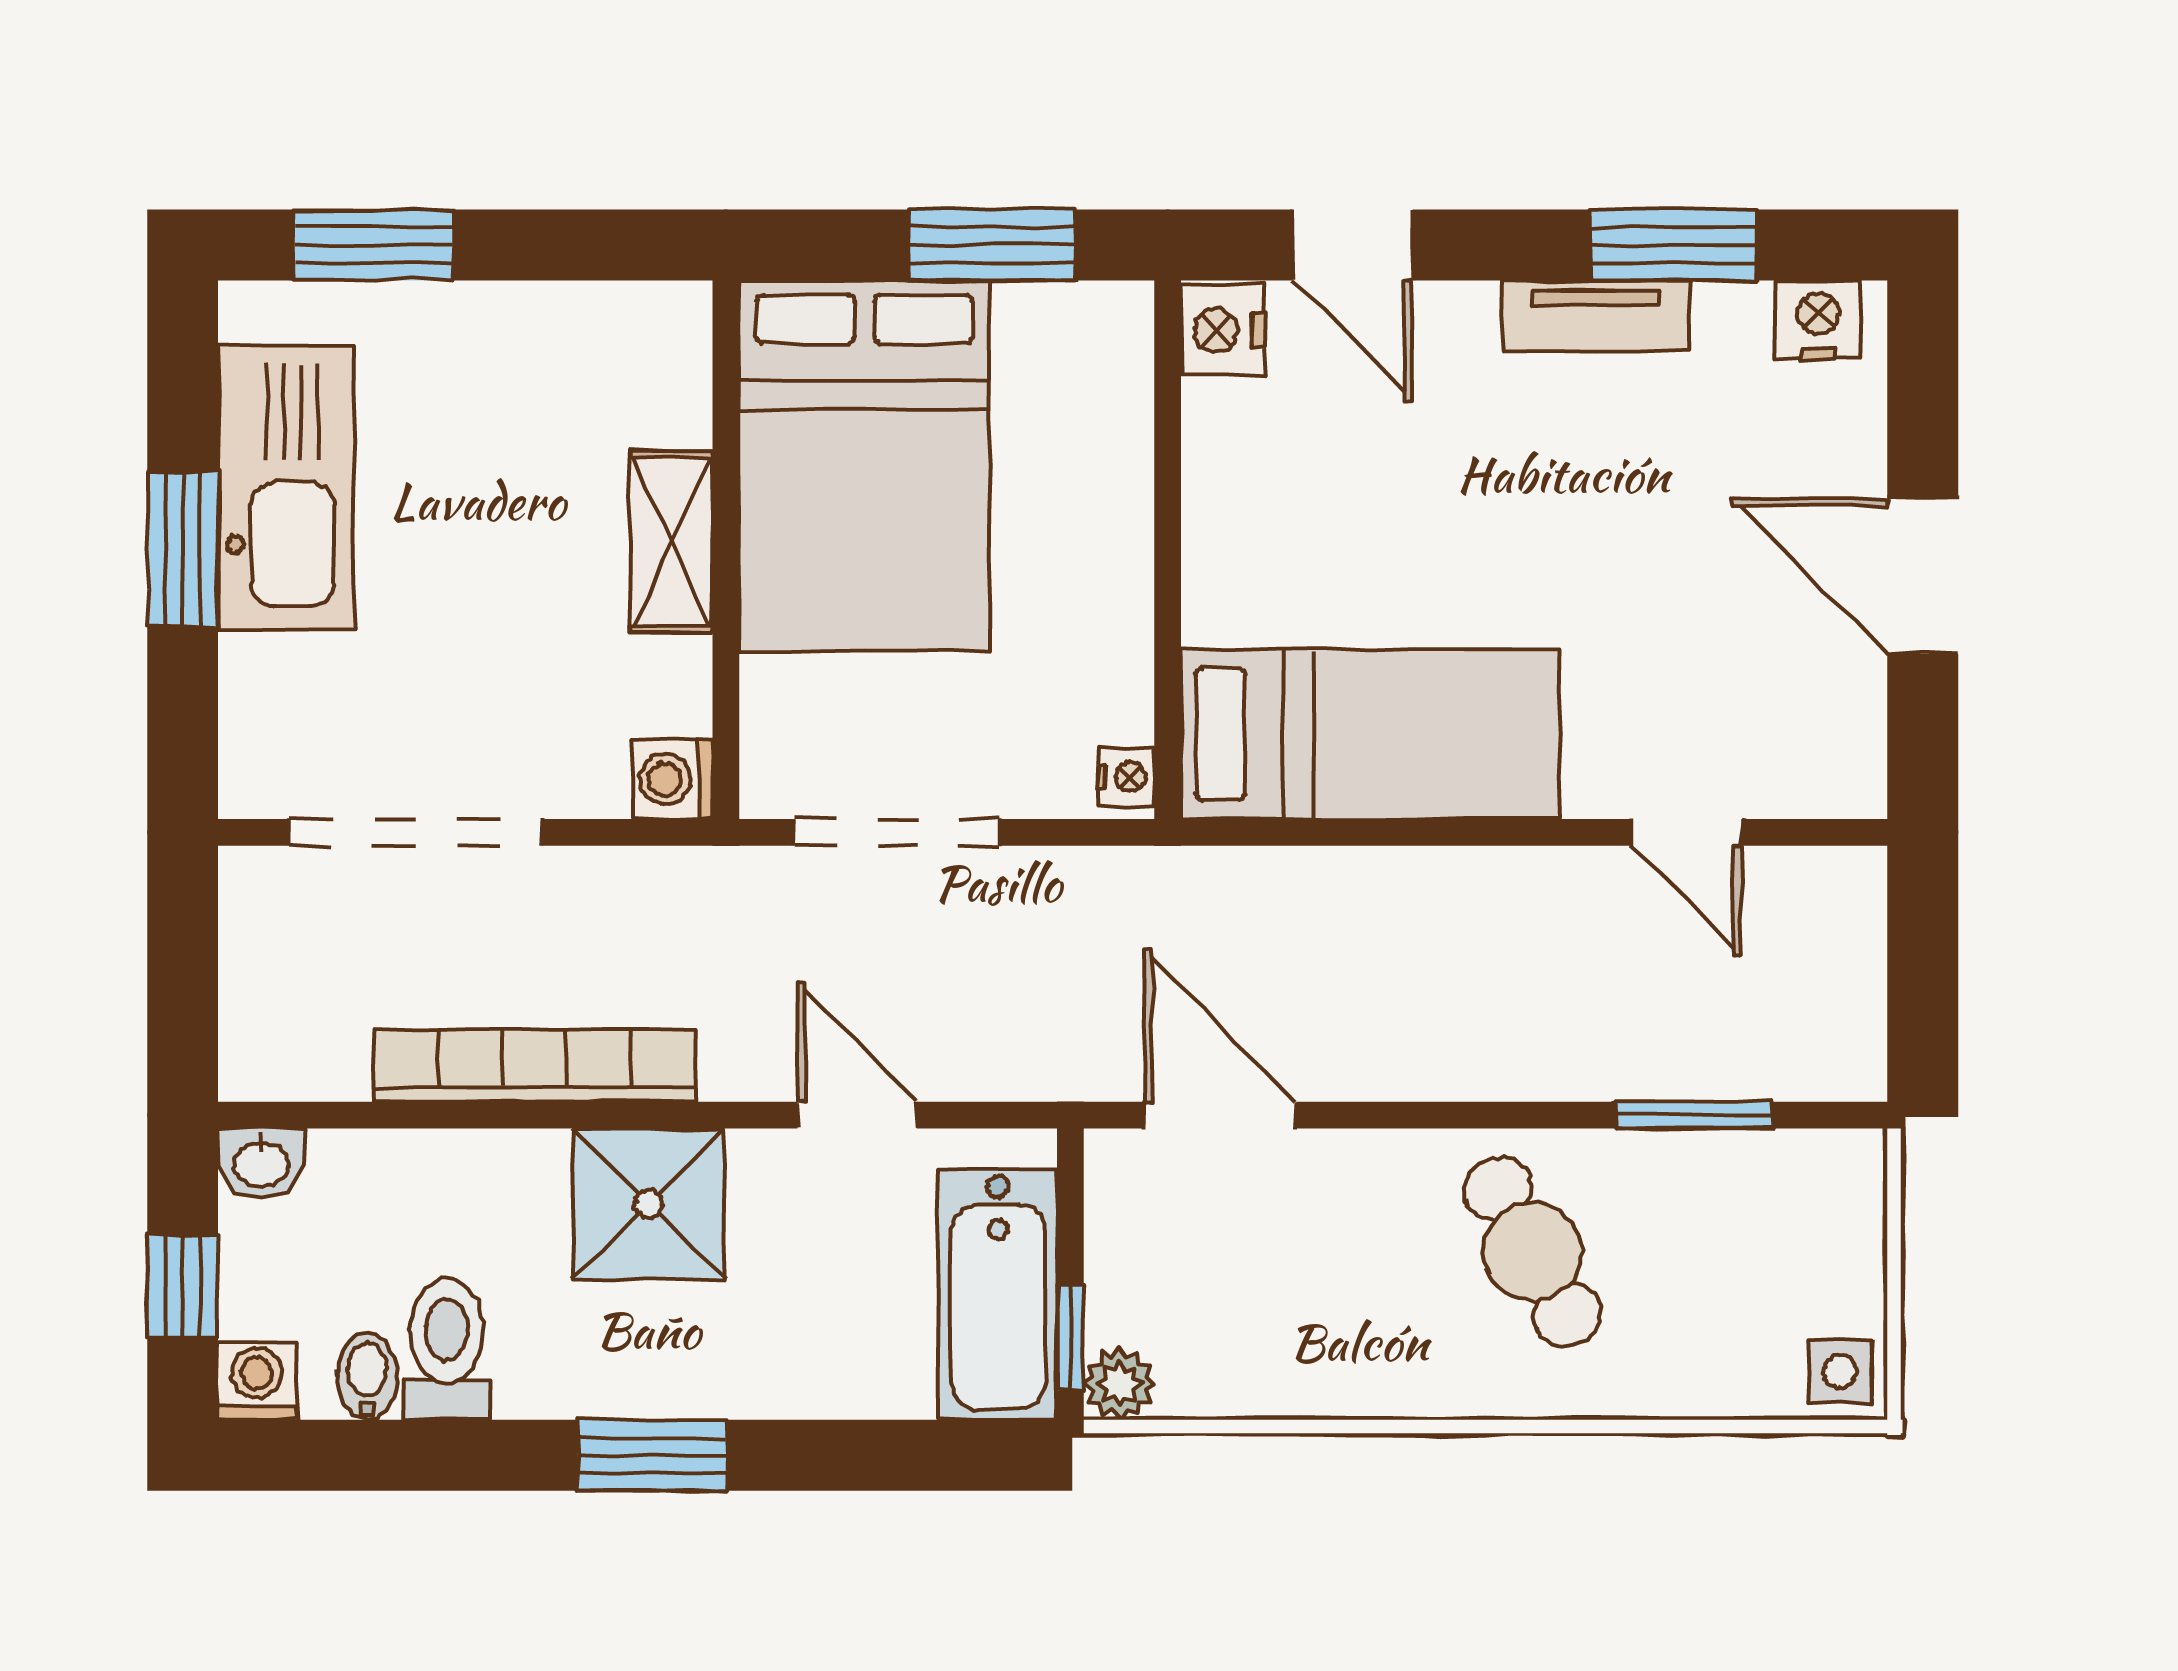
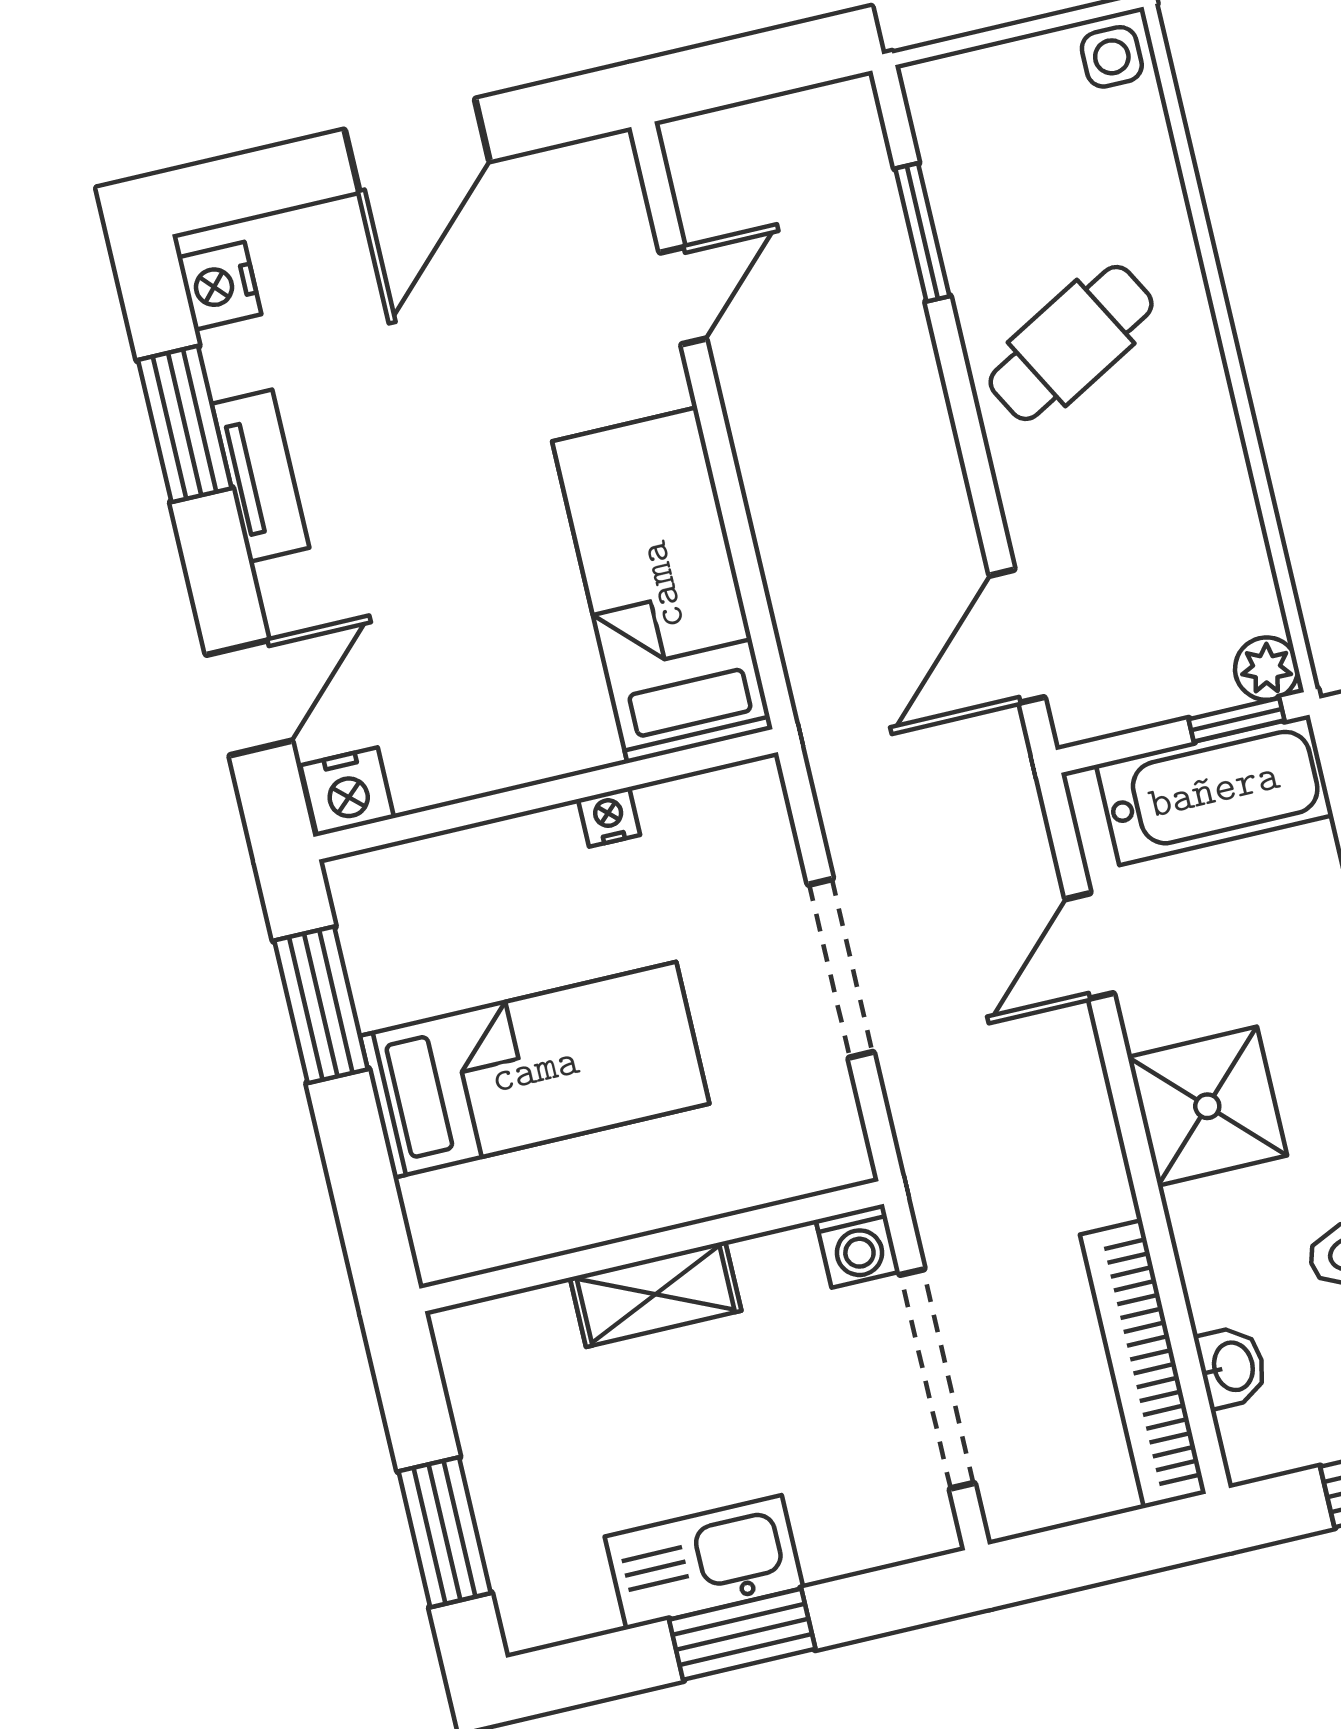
bed: (864, 466) -> (535, 1070), width x0.67
kitchen sink: (286, 488) -> (704, 1562), width x0.73, depth x0.81
shelving: (672, 542) -> (656, 1294), moved
wall: (726, 550) -> (652, 1246), moved
nightstand: (1126, 777) -> (609, 817), moved
washing machine: (673, 779) -> (858, 1246), moved
bookcase: (535, 1065) -> (1143, 1364), moved
washbasin: (261, 1163) -> (1232, 1367), moved

